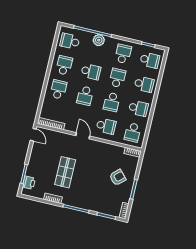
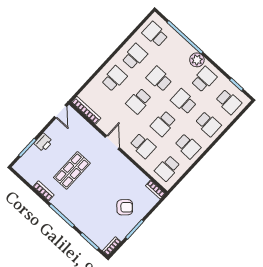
plant: (99, 40) -> (197, 60), moved
school desk: (91, 72) -> (159, 79), turned 180
school desk: (117, 78) -> (184, 101), turned -90
printer: (29, 183) -> (43, 142), moved

